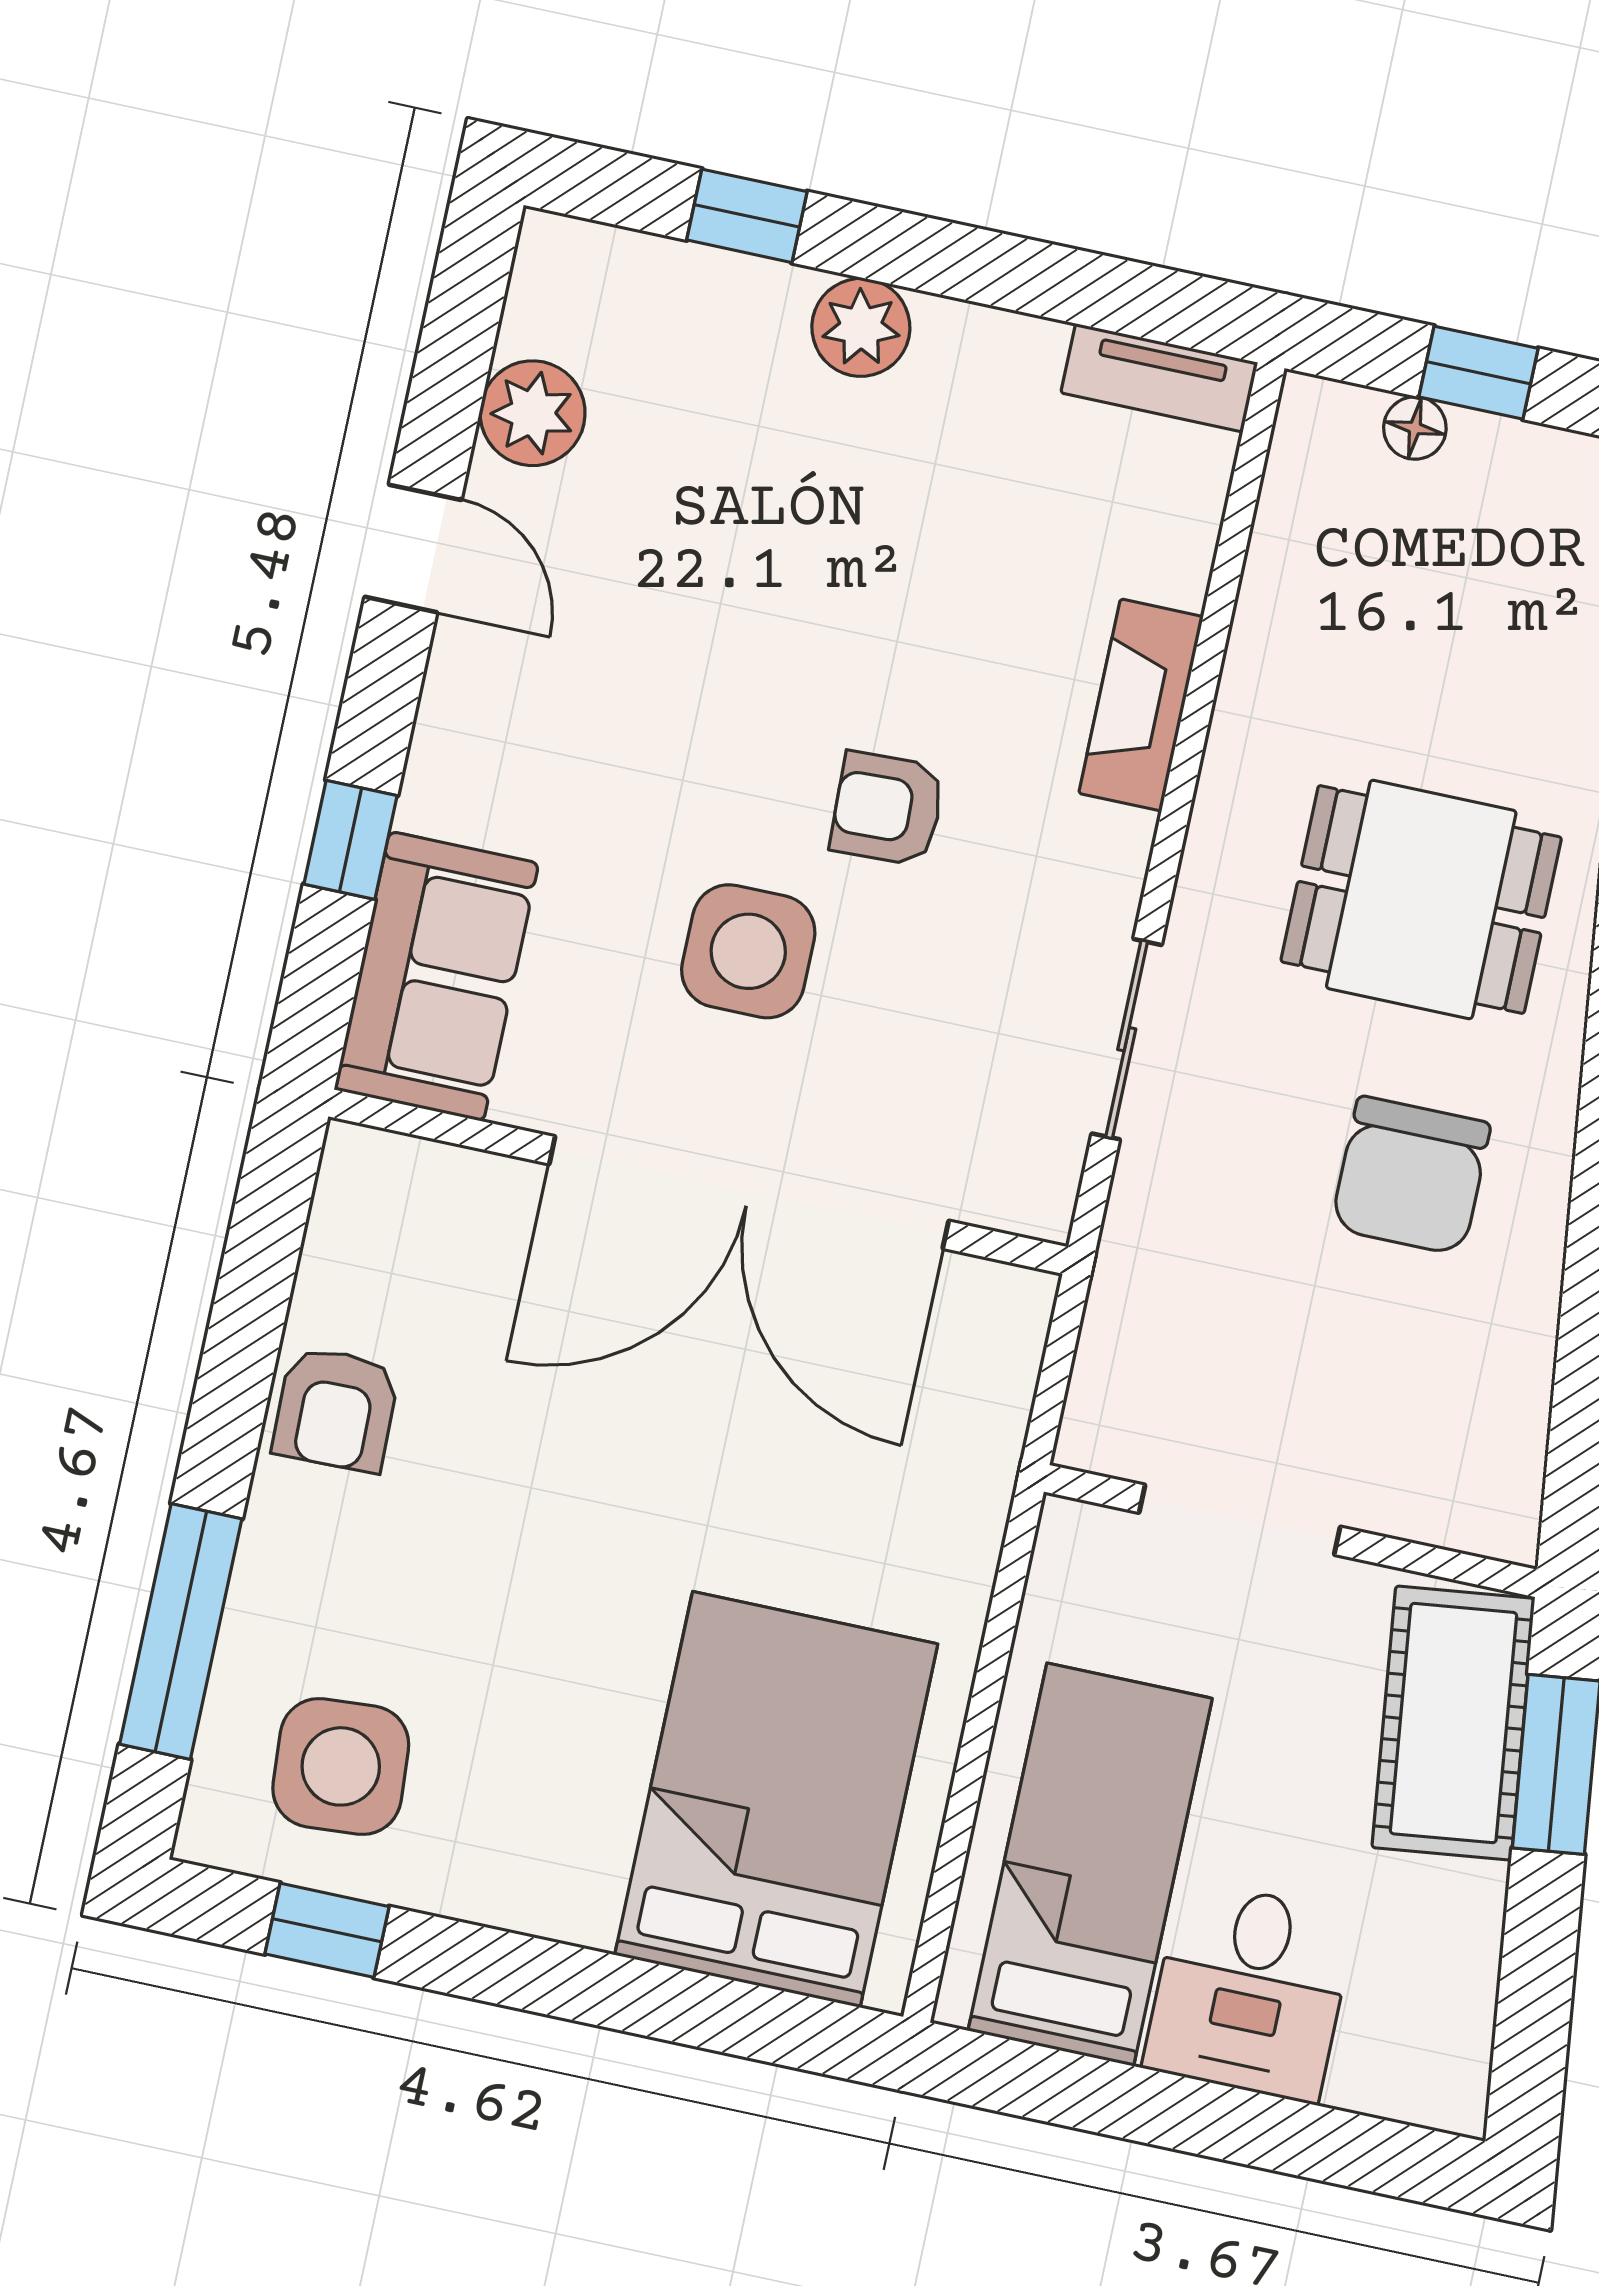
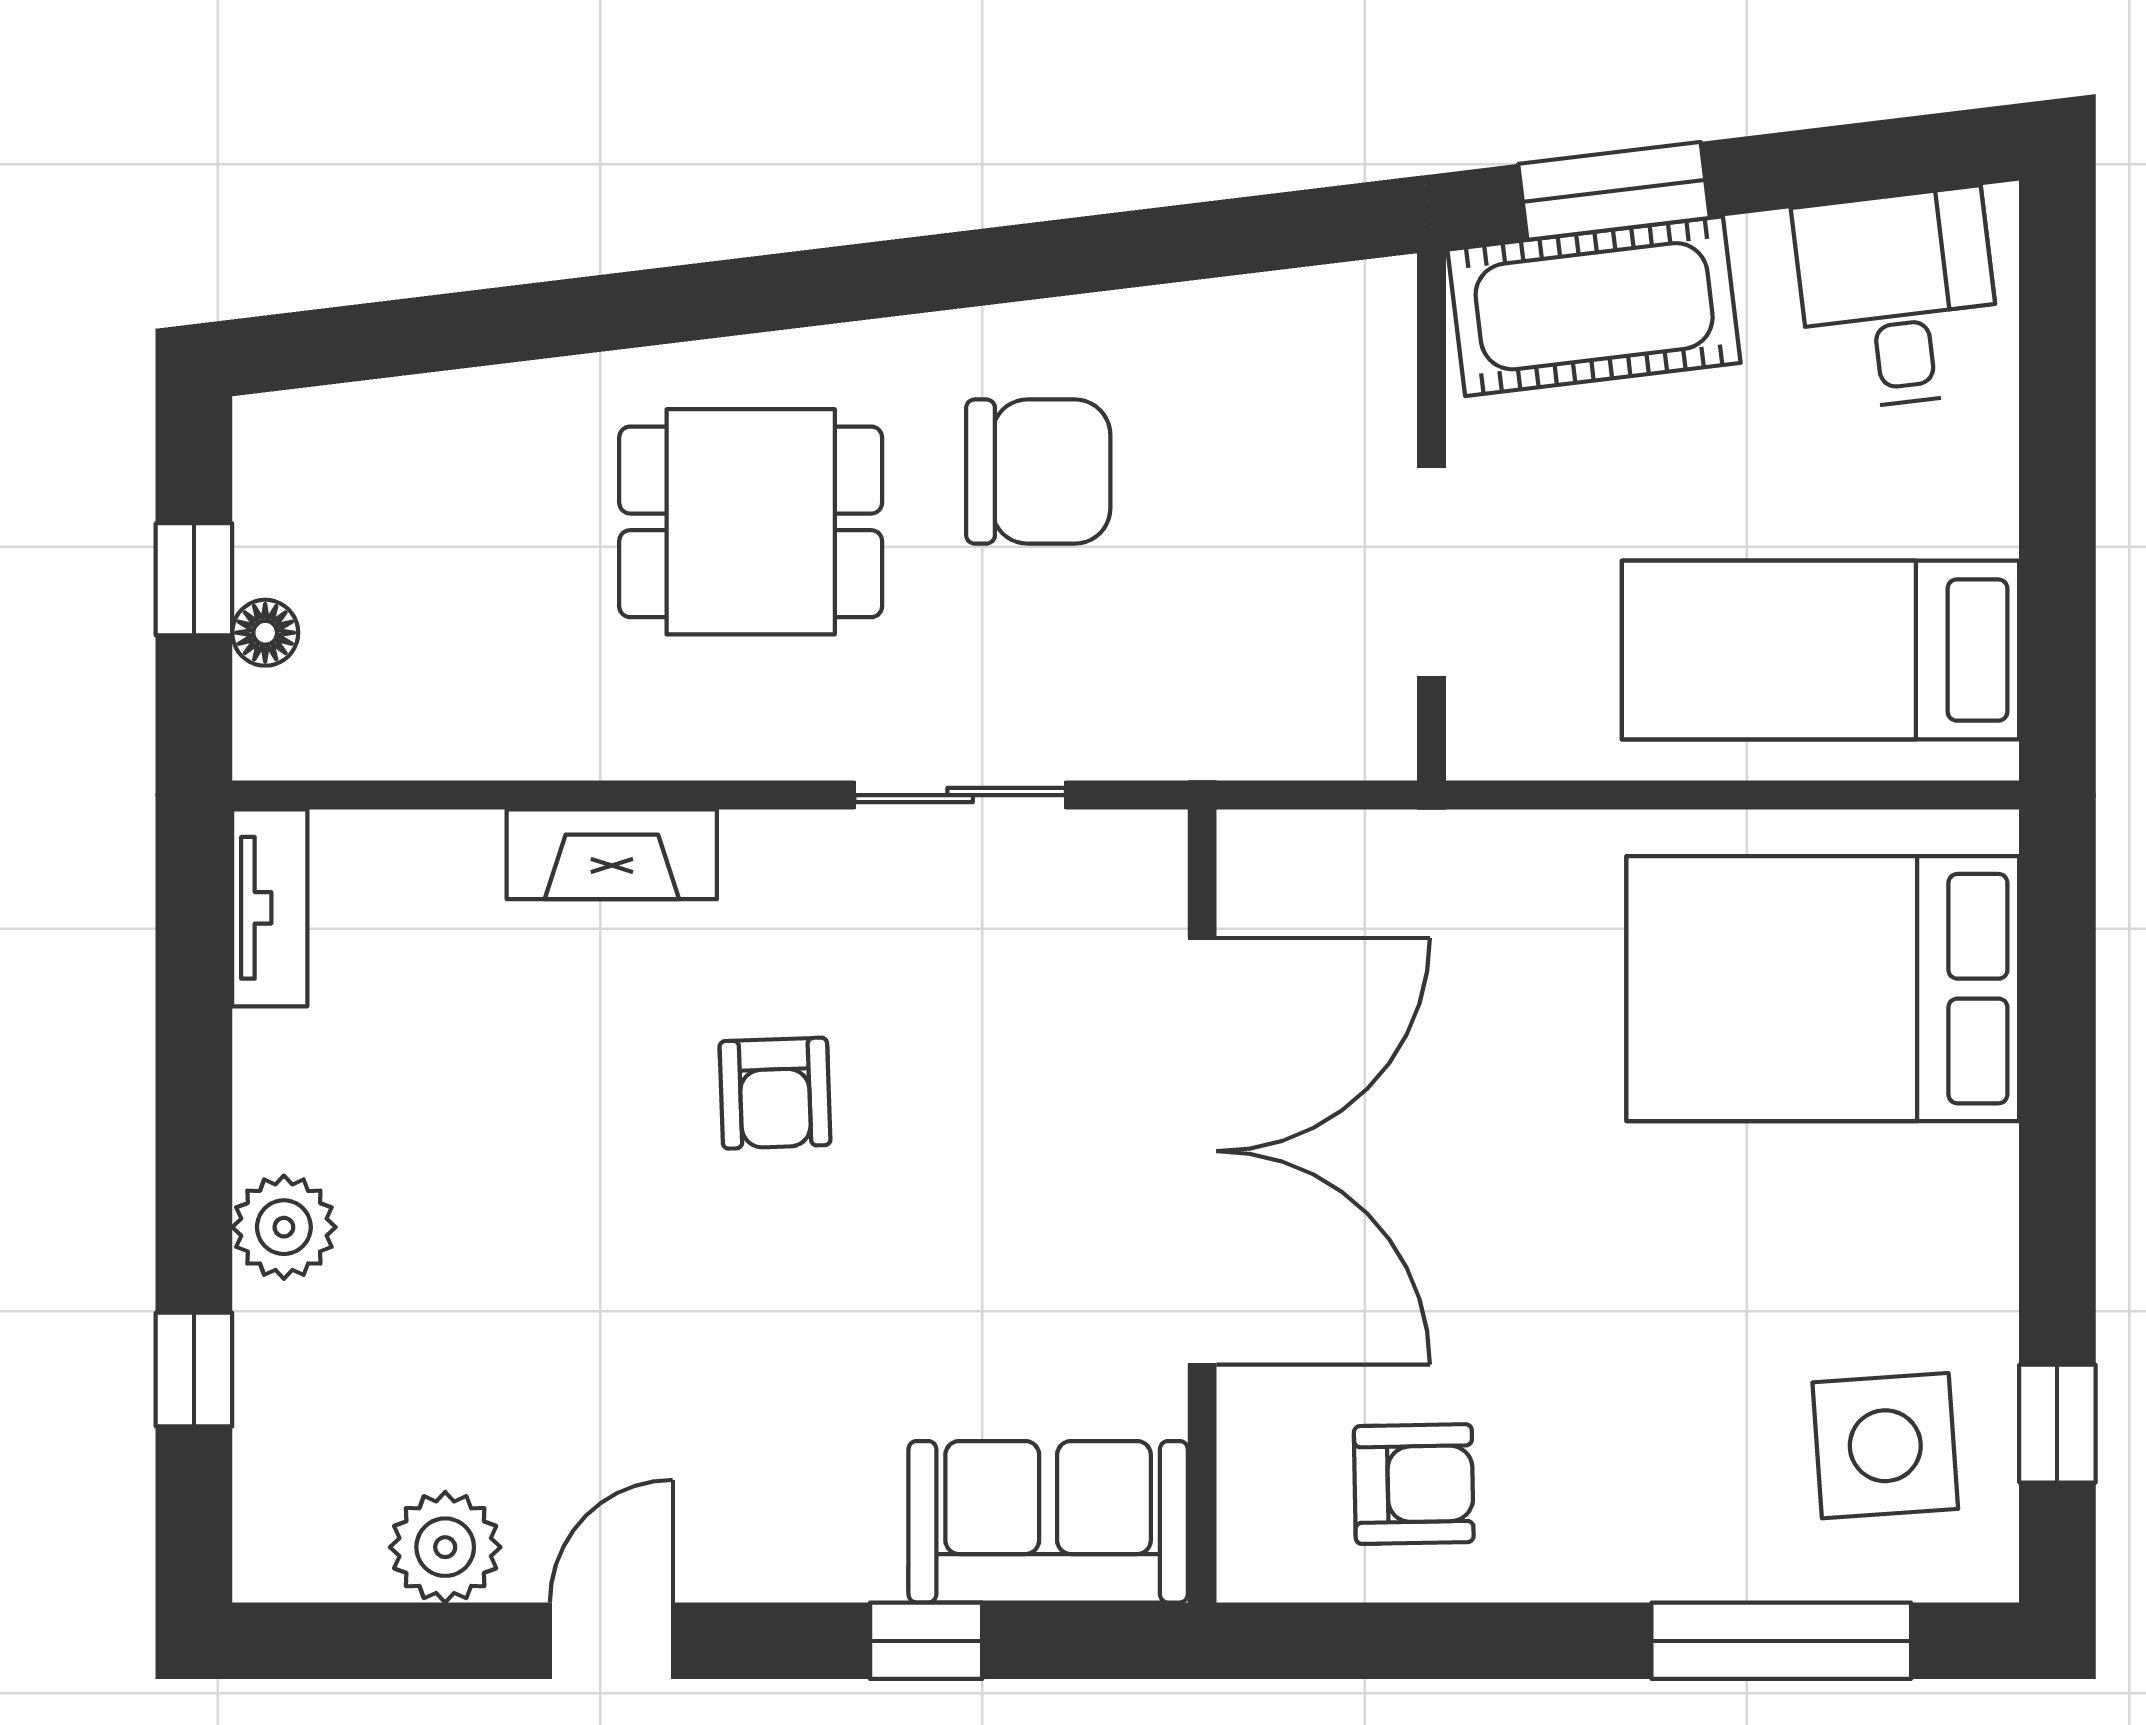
dining table: (1421, 899) -> (751, 522), turned 90
side table: (748, 951) -> (953, 1205), removed
armchair: (336, 1409) -> (1414, 1484), moved
desk: (1250, 1991) -> (1898, 299), moved, turned -97

